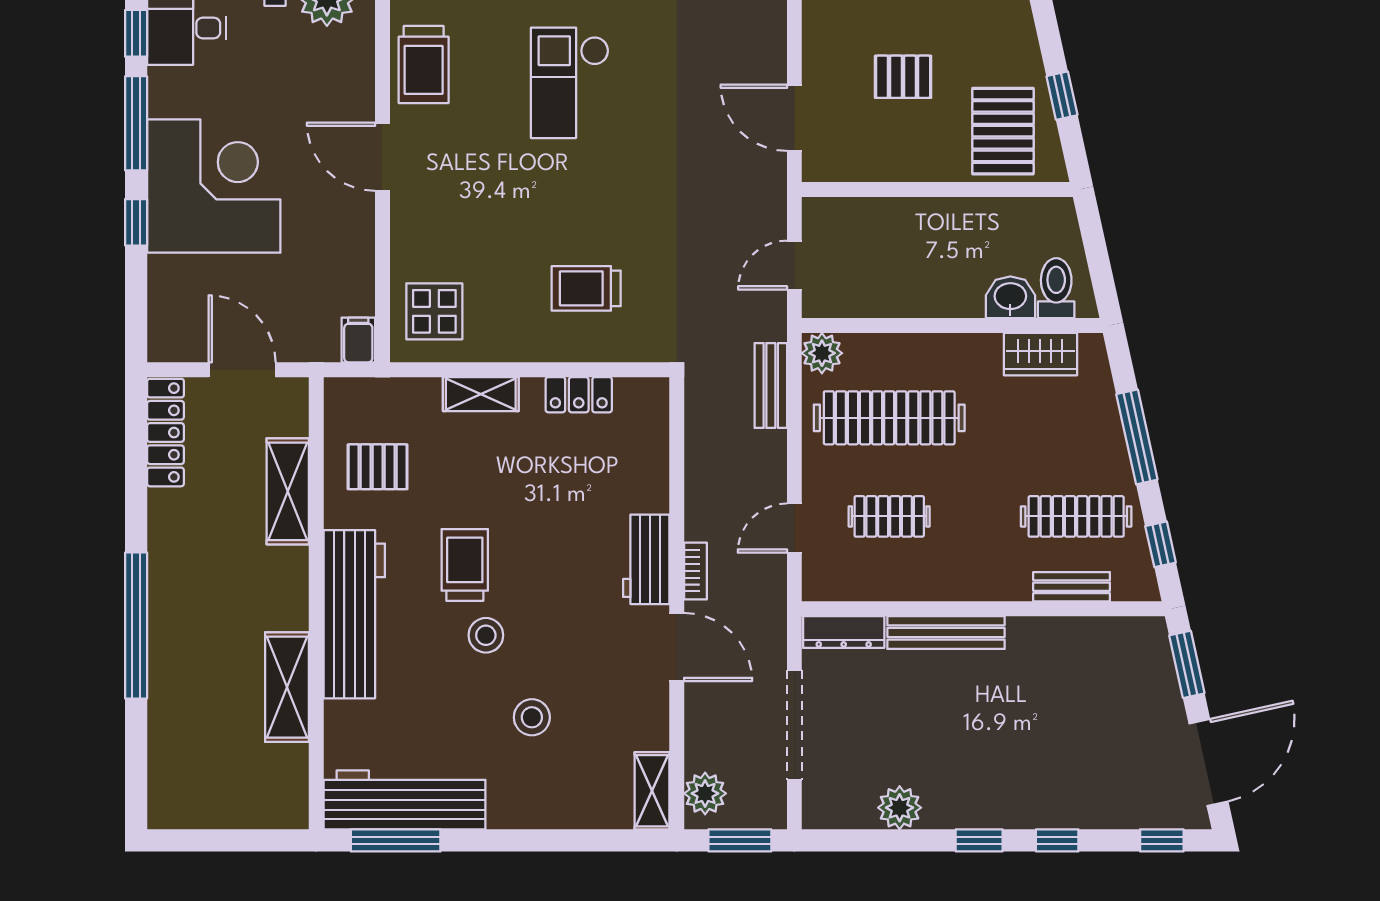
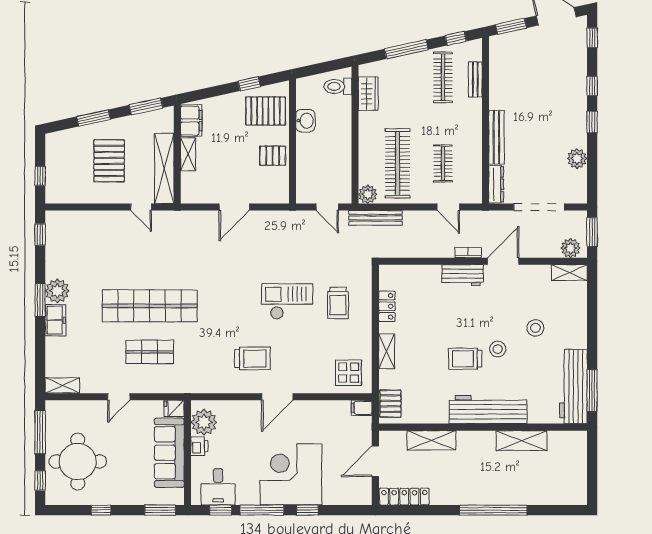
trolley: (424, 65) -> (252, 358), moved
pallet: (903, 77) -> (273, 156), moved, turned 90
checkout: (570, 83) -> (287, 302), moved, turned 180
door: (794, 118) -> (234, 207), moved
washbasin: (1010, 297) -> (305, 121), moved, turned 180
bench: (771, 386) -> (376, 218), width x1.36
pallet: (378, 467) -> (390, 404), moved

